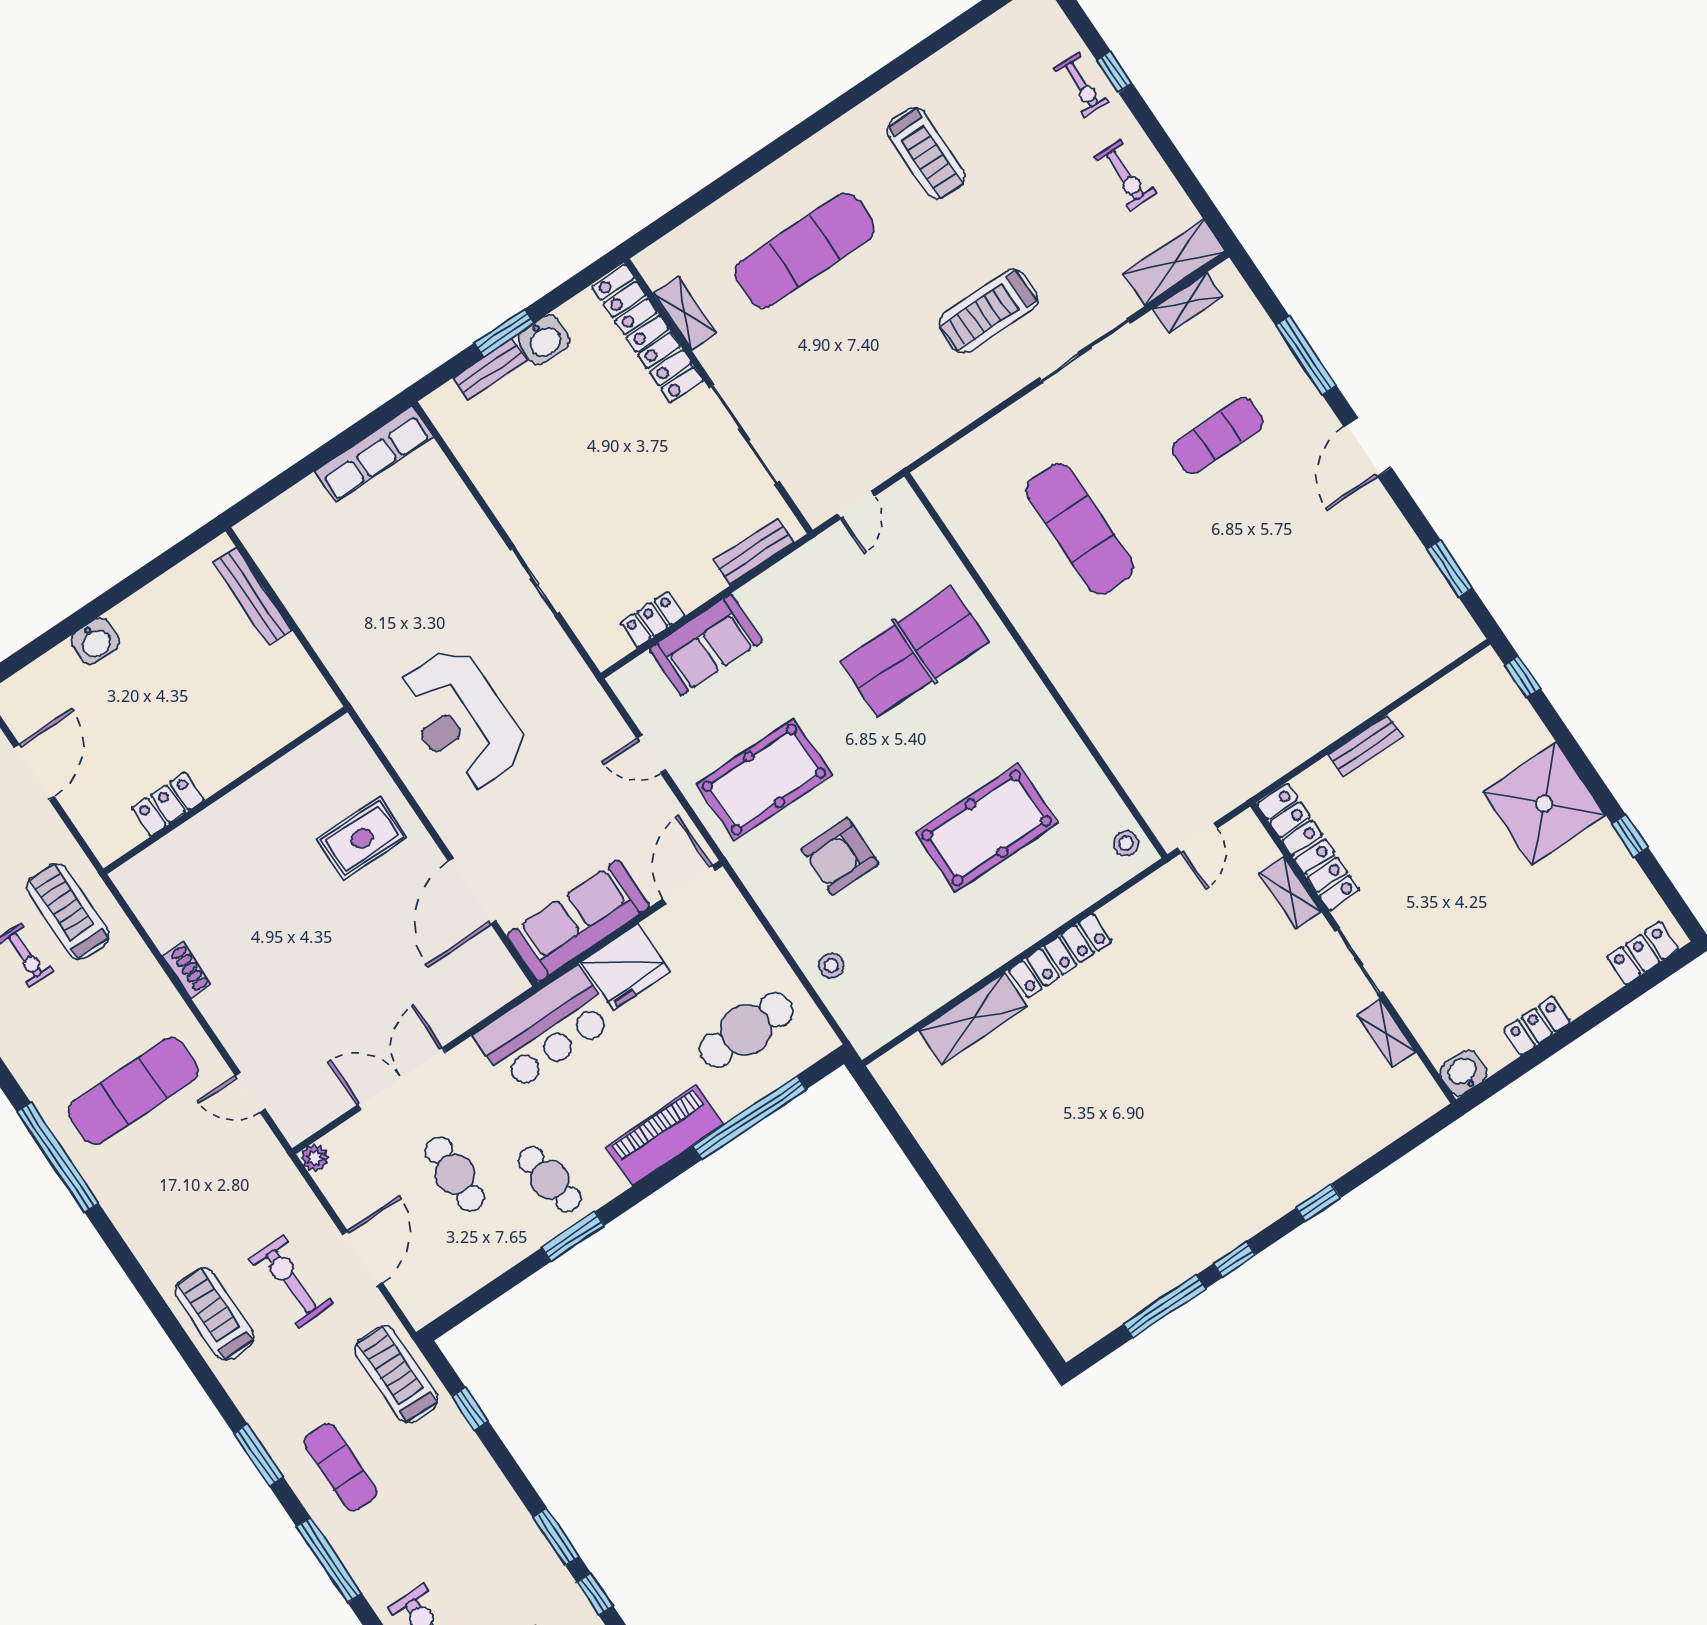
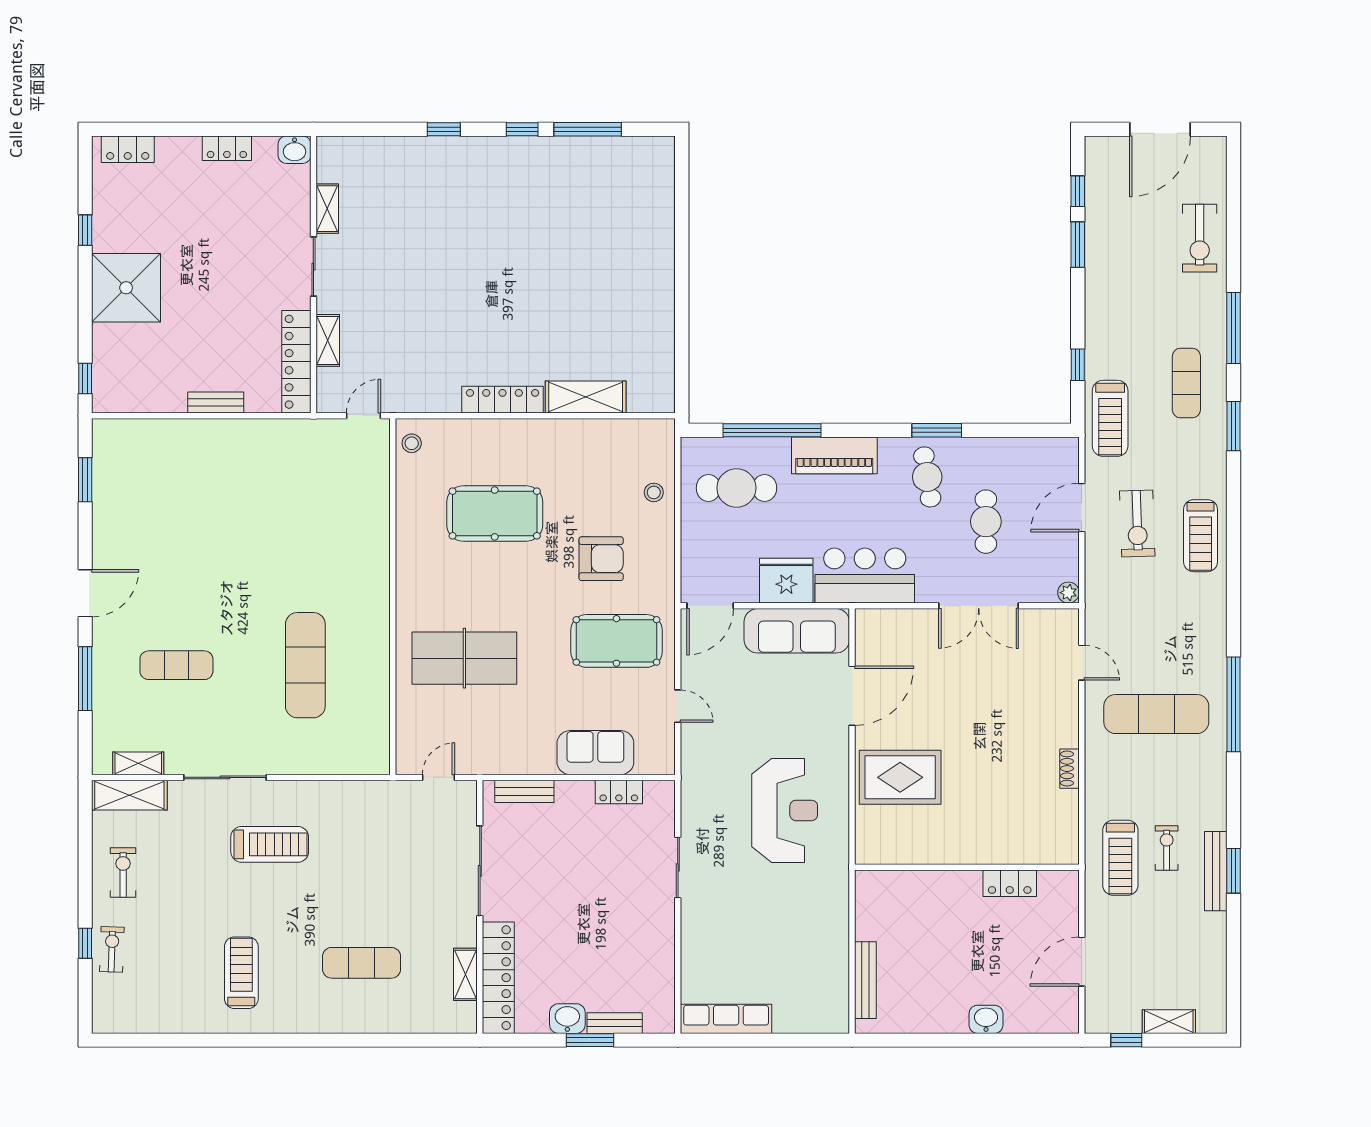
exercise mat: (805, 251) -> (362, 963), width x0.73, depth x0.69
rug: (362, 838) -> (900, 777), width x1.36, depth x1.43

